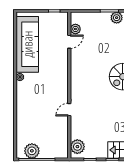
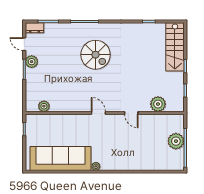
door: (69, 42) -> (98, 113), moved
plant: (77, 147) -> (158, 104), moved
plant: (32, 151) -> (176, 141), moved

